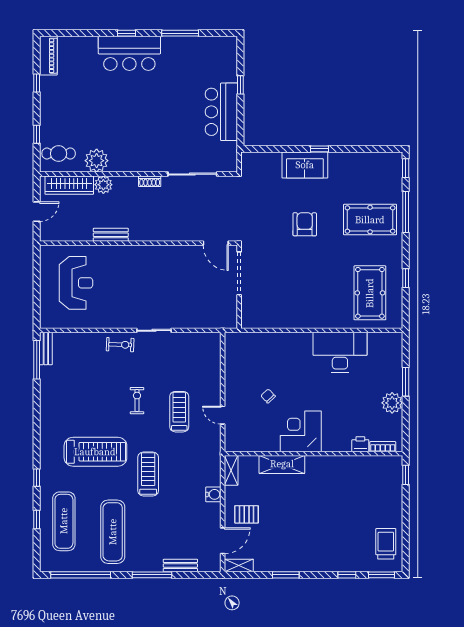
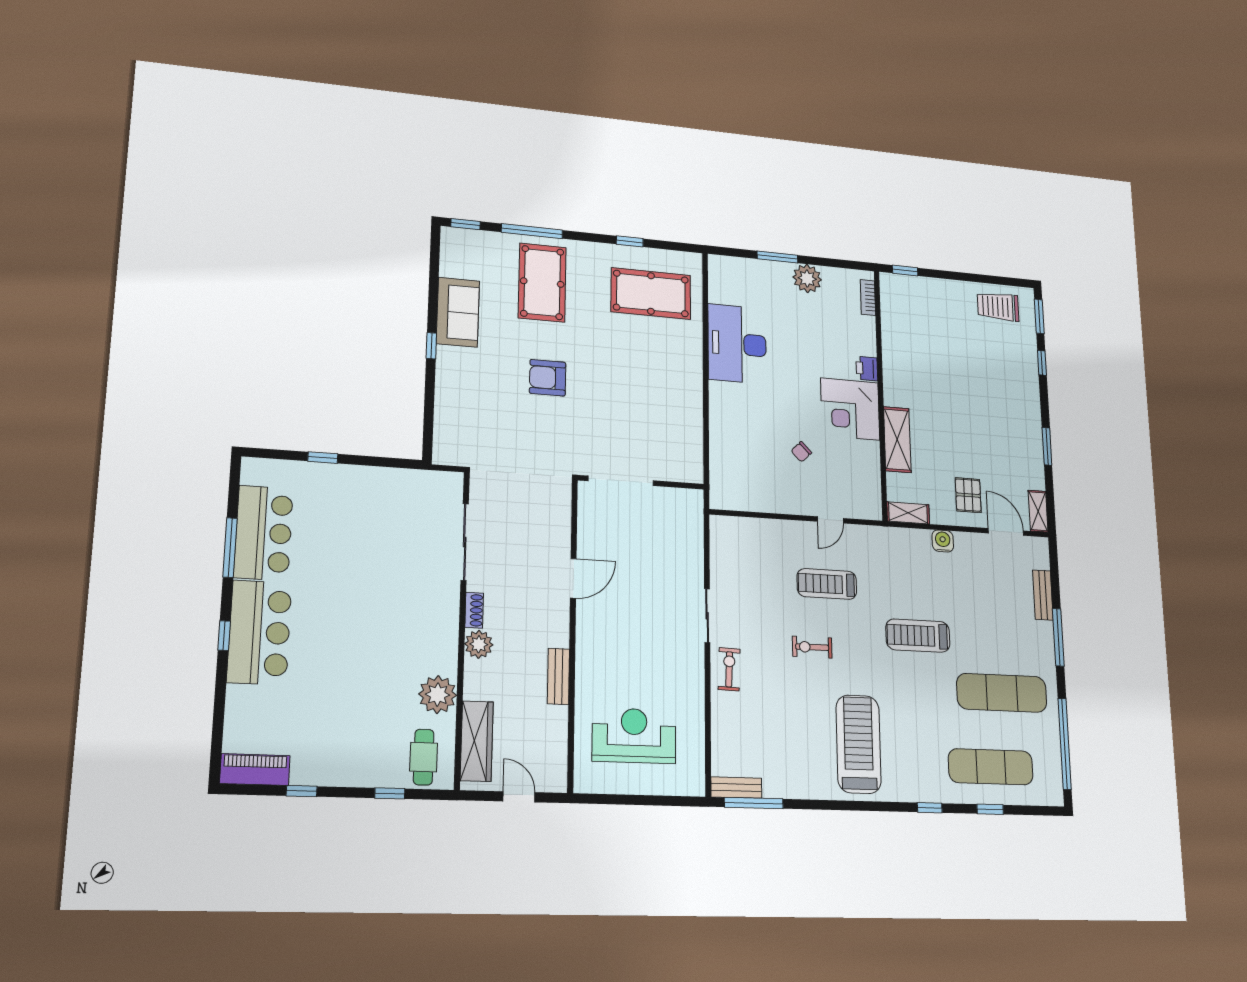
bar counter: (221, 112) -> (264, 533), moved, turned -90
sofa: (305, 165) -> (458, 312), moved
plant: (103, 185) -> (479, 644), moved
door: (216, 243) -> (573, 578), moved
printer: (360, 444) -> (867, 369), moved
treadmill: (95, 452) -> (859, 744), moved

